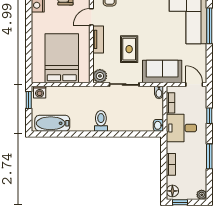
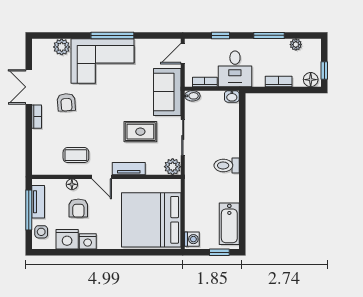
bed: (62, 58) -> (151, 220), width x1.36
window: (29, 100) -> (219, 252), moved
plant: (202, 195) -> (296, 45), moved

